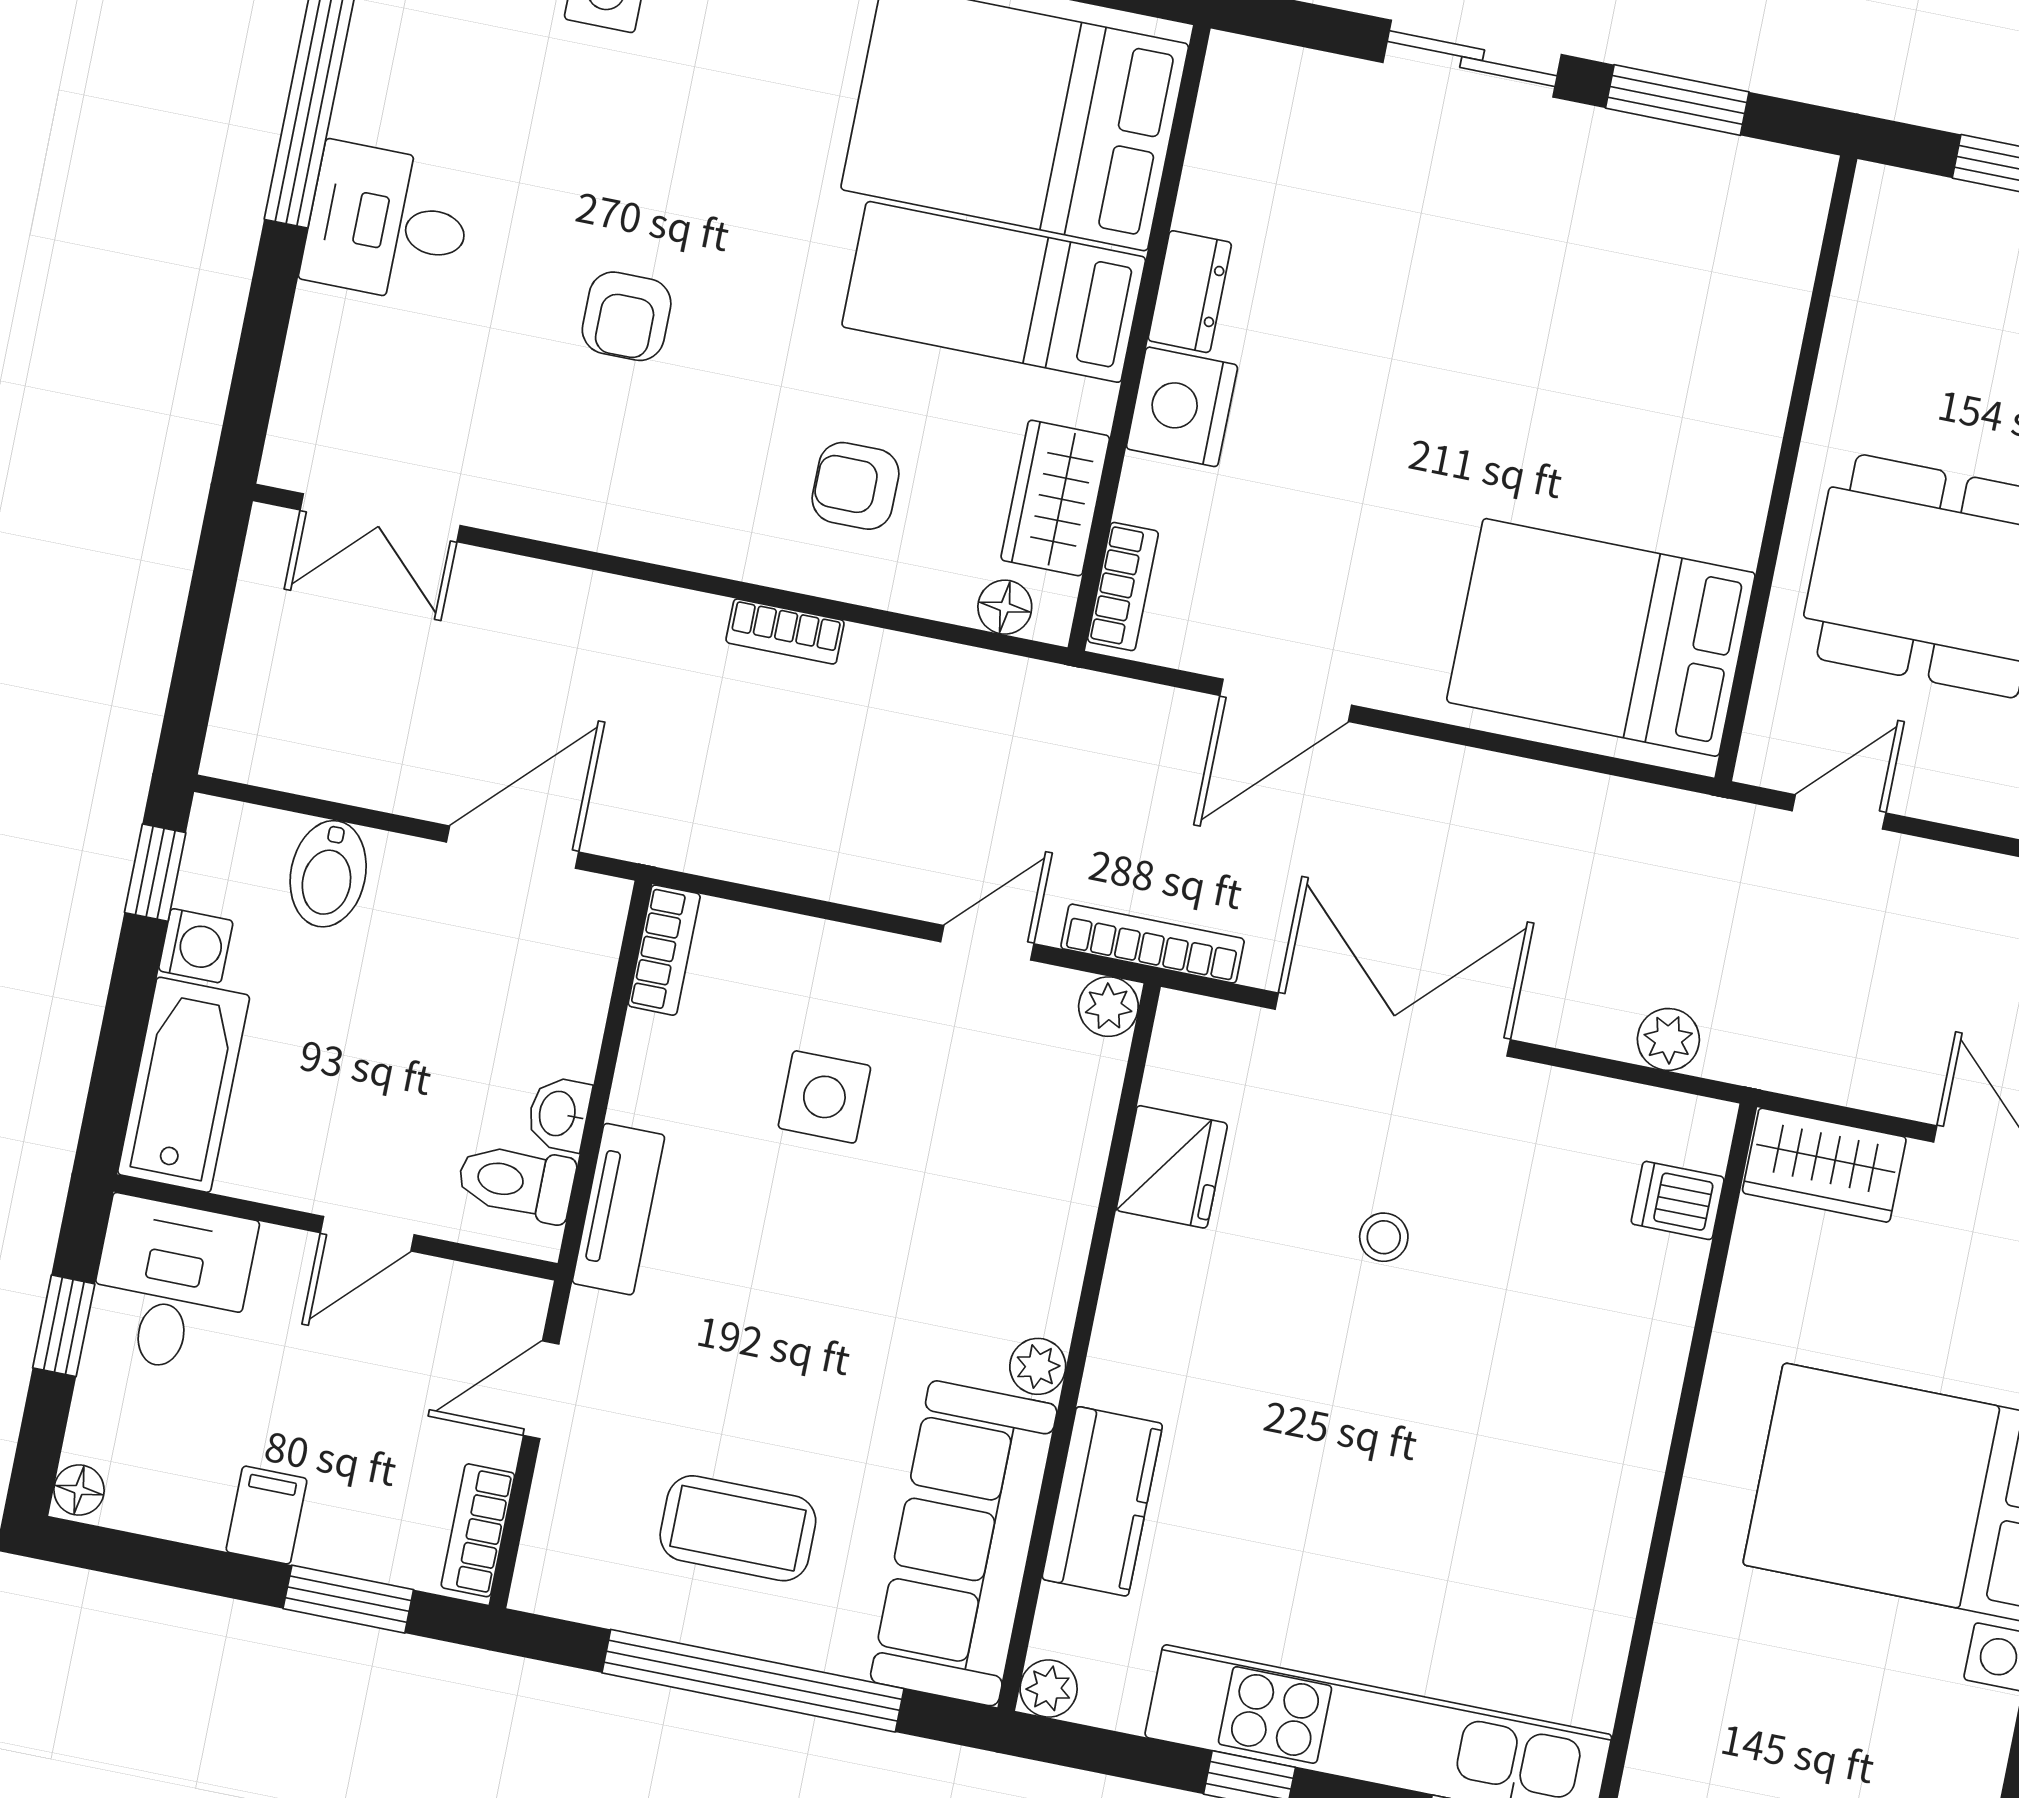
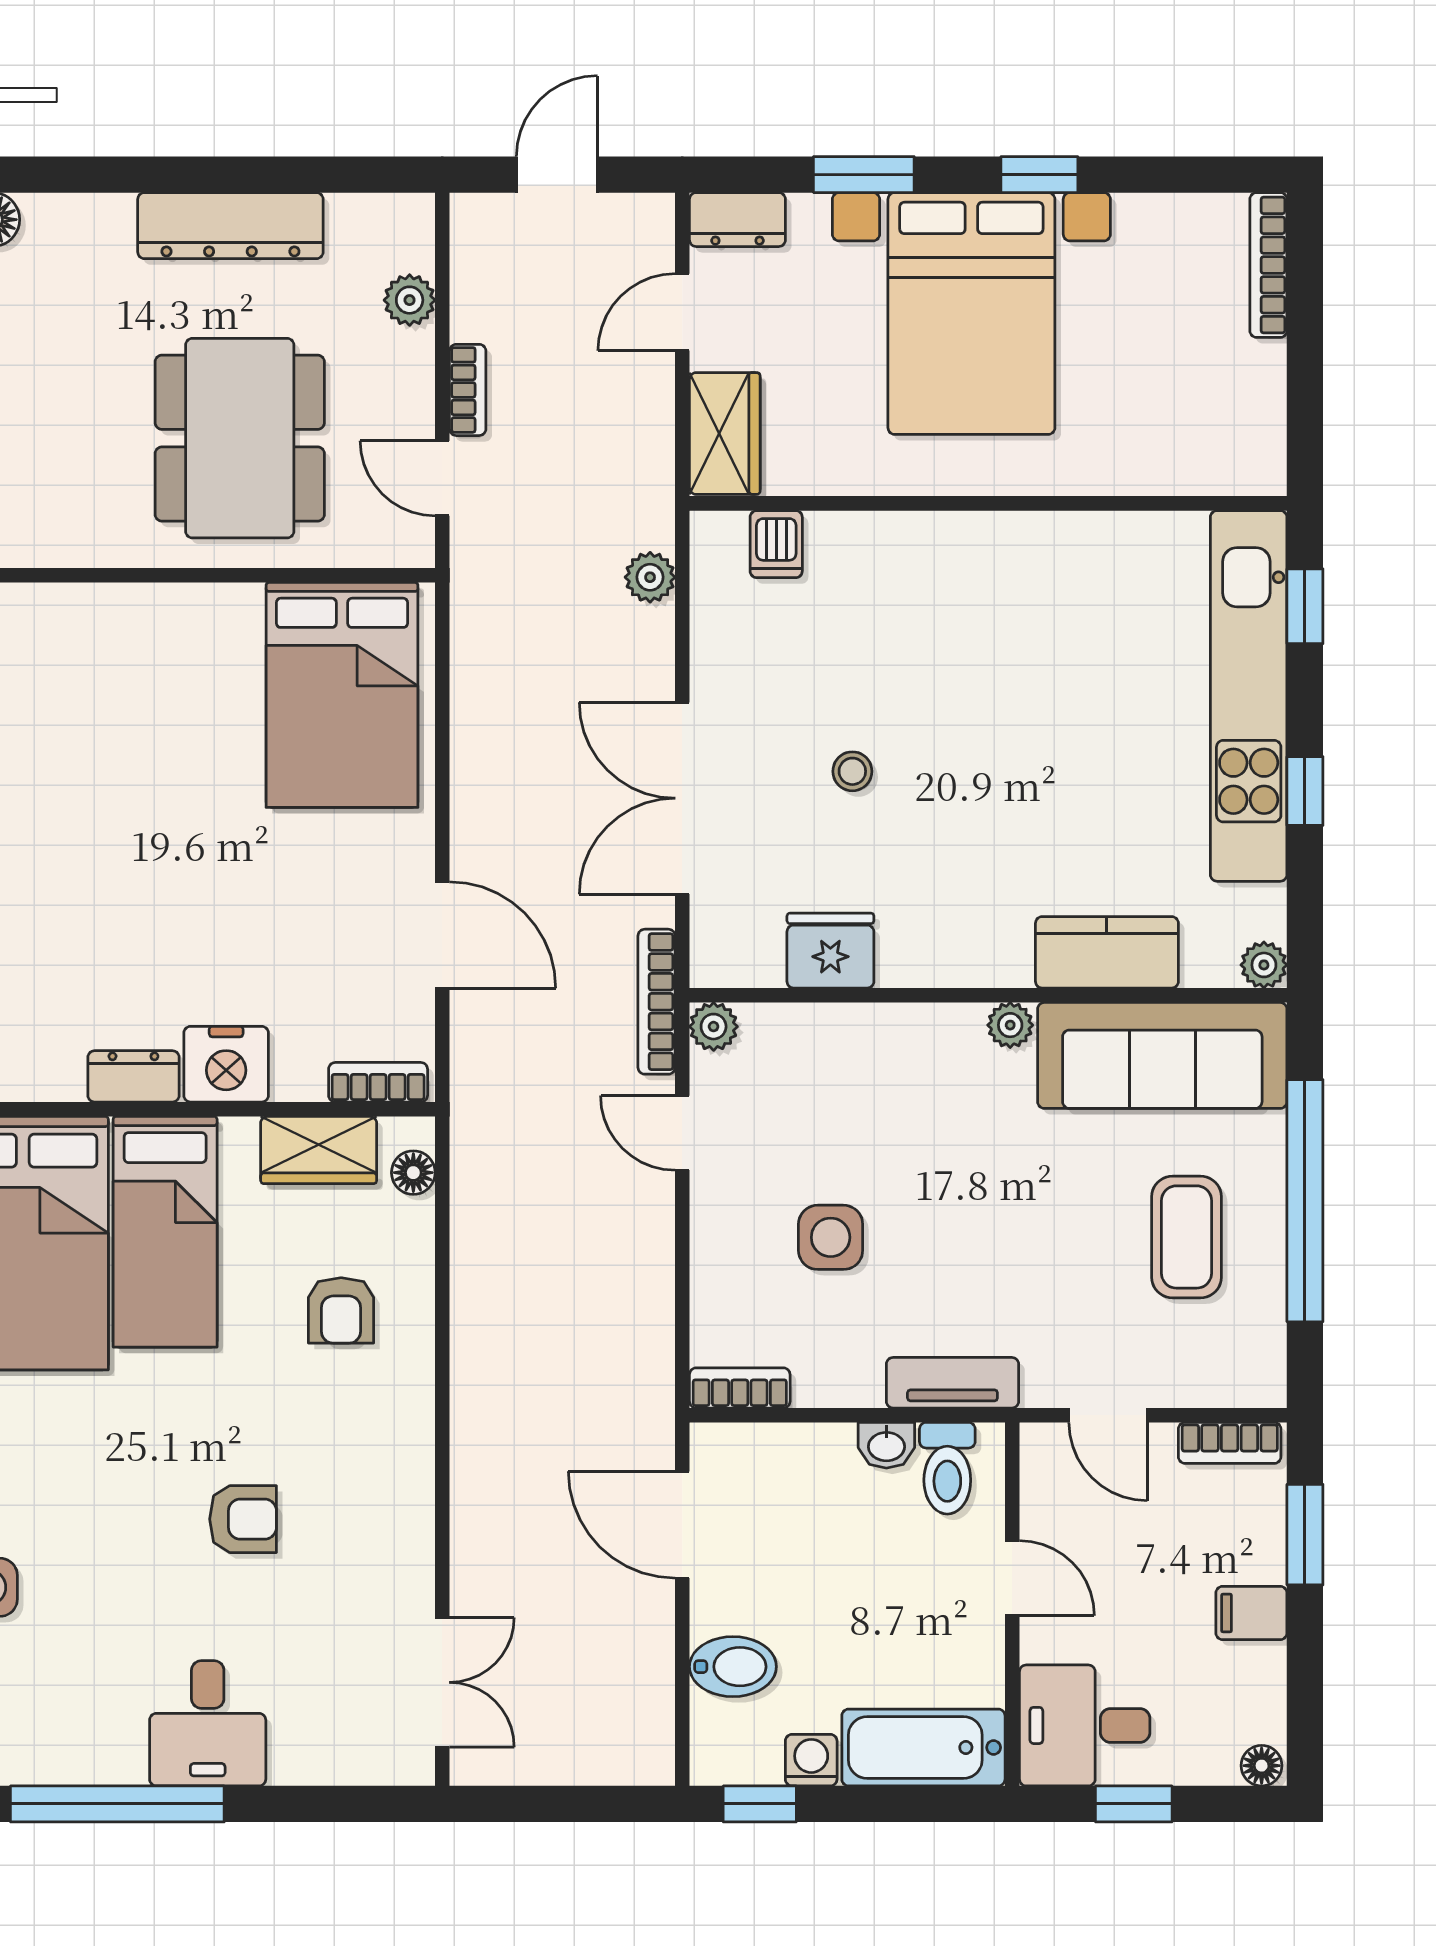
bookcase: (785, 631) -> (468, 390), moved

